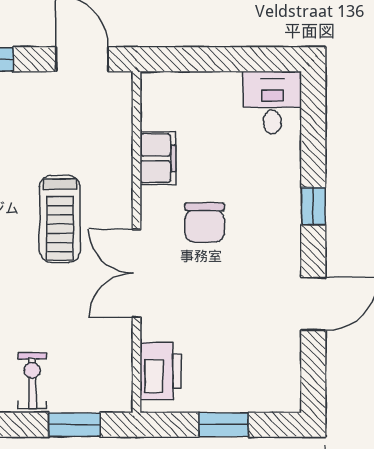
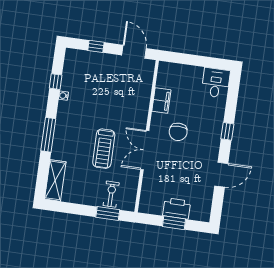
treadmill: (60, 219) -> (104, 149), moved
printer: (161, 371) -> (177, 208), moved, turned -90
exercise bike: (32, 380) -> (111, 194), moved

